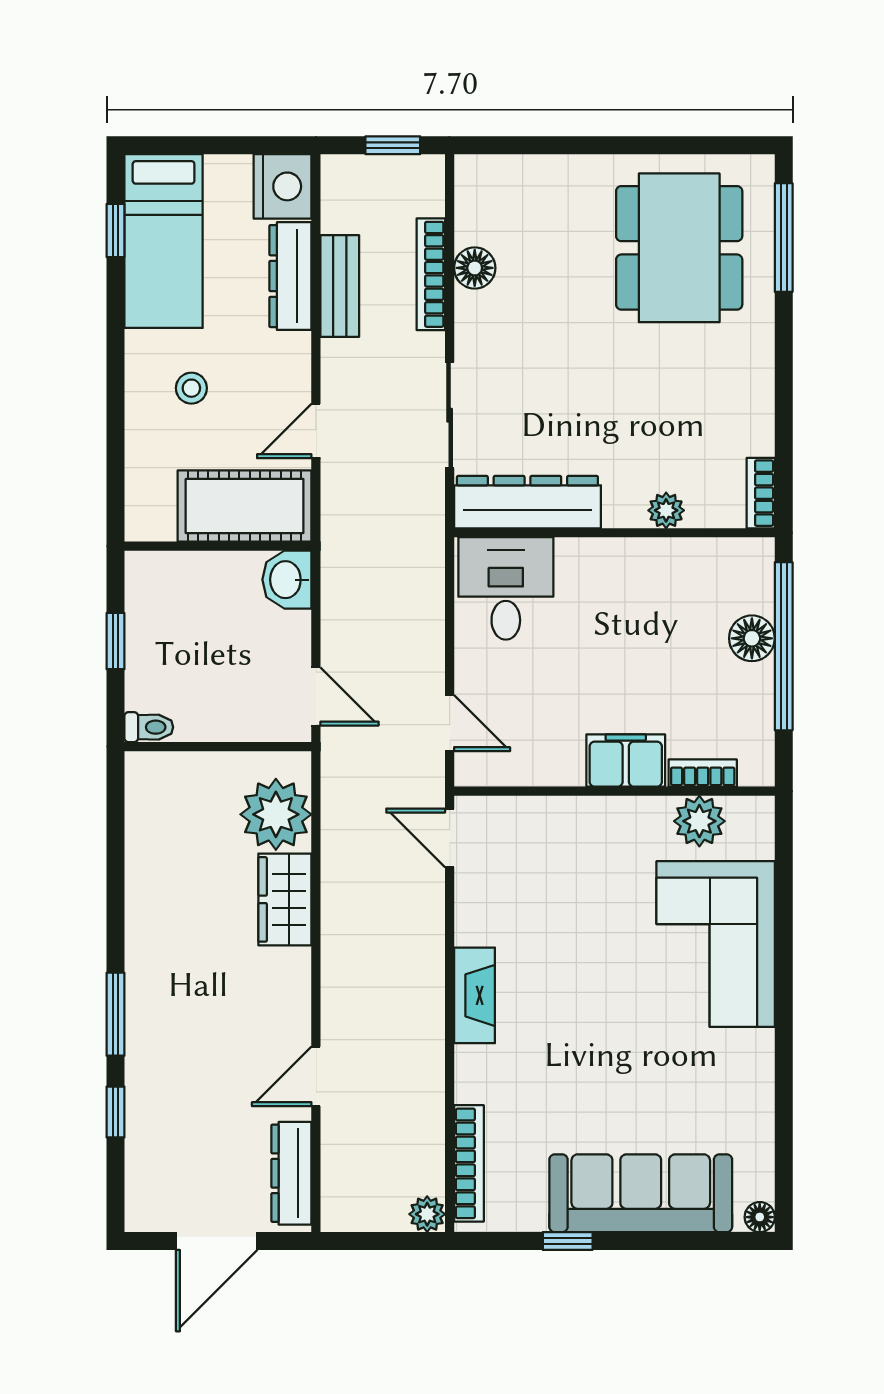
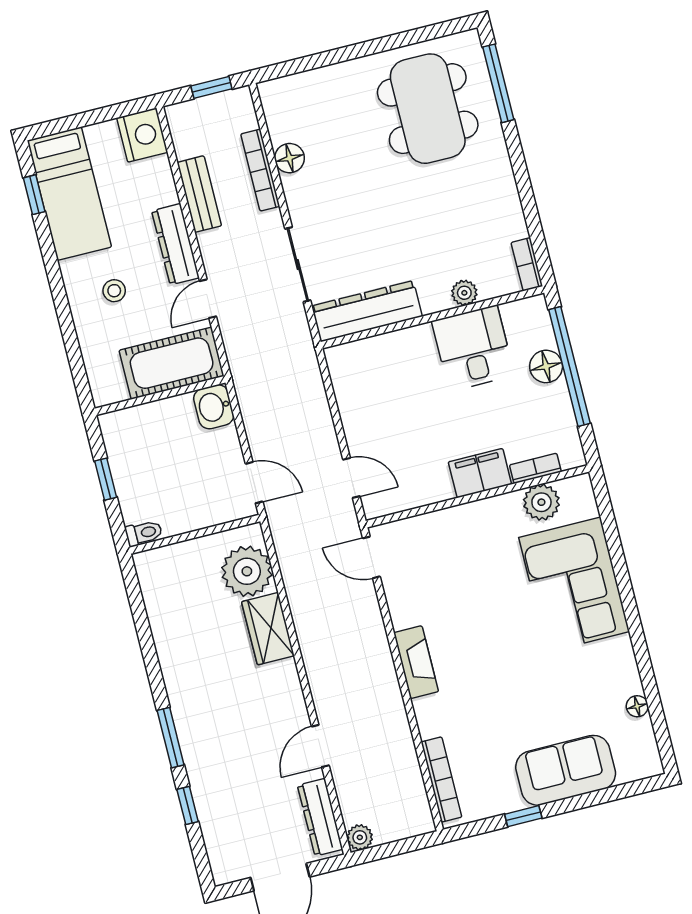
dresser: (290, 276) -> (175, 244), moved
desk: (506, 588) -> (473, 348), moved
sofa: (641, 1193) -> (566, 770), width x0.73
plant: (427, 1214) -> (360, 837), moved
floor lamp: (760, 1217) -> (637, 706), moved

